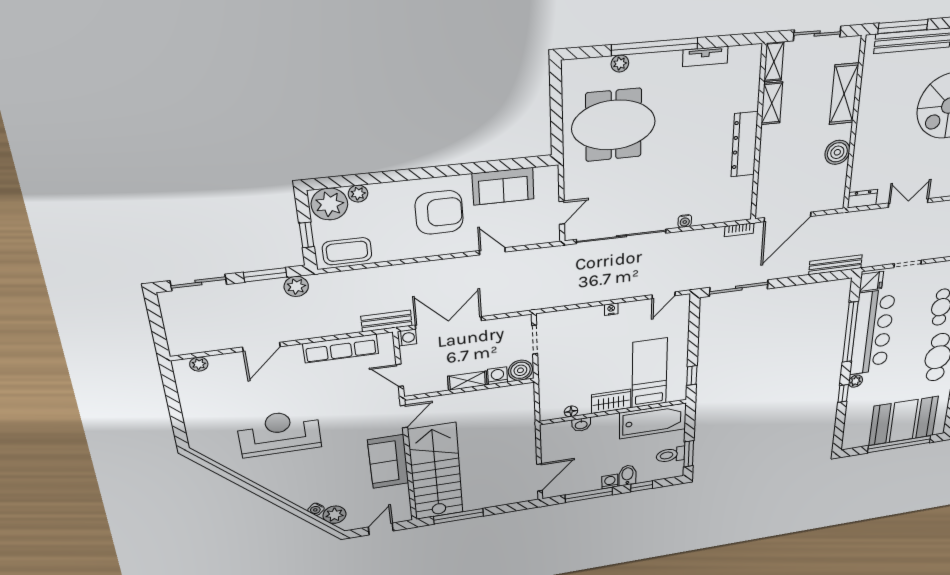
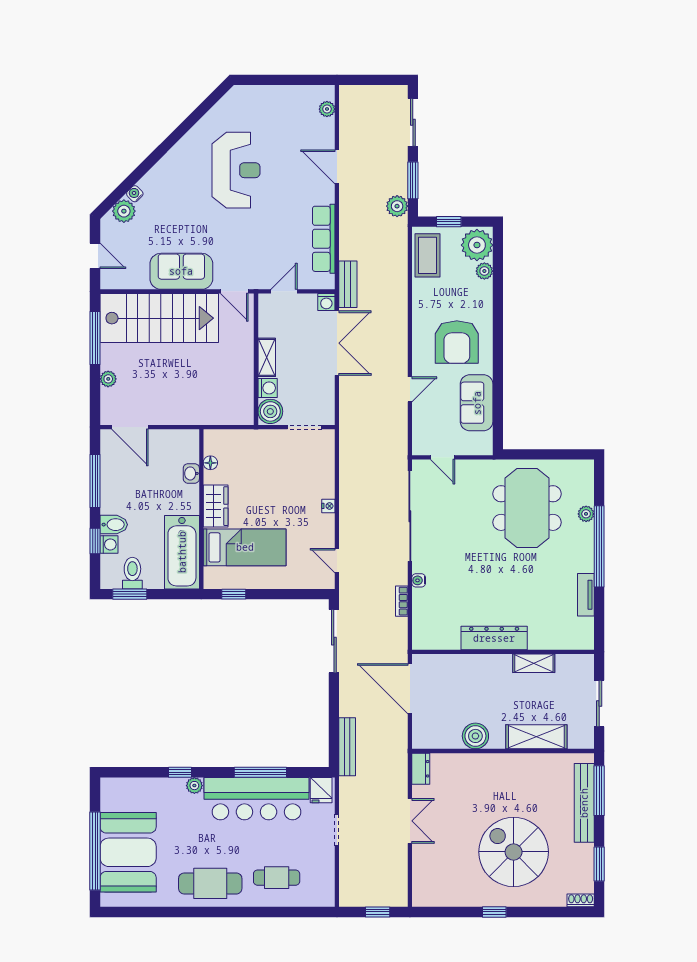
shelving: (774, 62) -> (575, 662), removed
bookcase: (739, 230) -> (402, 601), moved
window: (850, 332) -> (260, 772), width x0.68
washing machine: (610, 482) -> (109, 544), moved
plant: (496, 500) -> (108, 379), added

